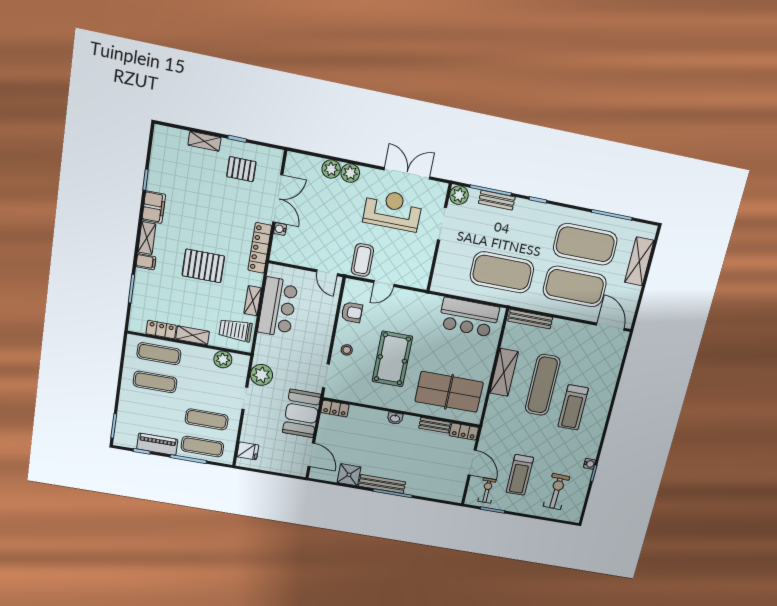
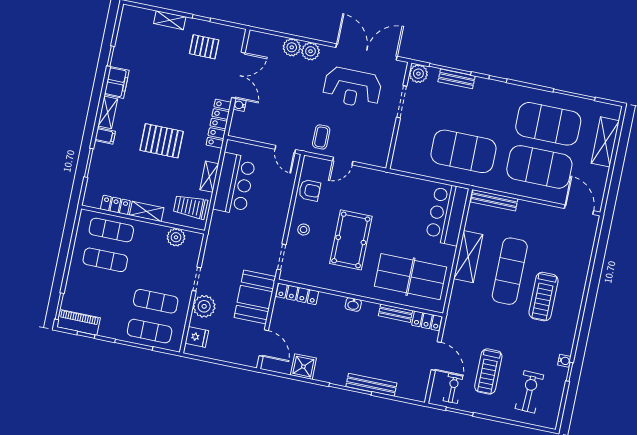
double door: (407, 173) -> (367, 52), width x1.36
reception desk: (393, 210) -> (352, 88), turned 180
coffee table: (362, 260) -> (321, 137), width x0.73, depth x0.77
bar counter: (469, 317) -> (447, 214), moved, turned 90
plant: (261, 375) -> (204, 306), moved
locker: (335, 409) -> (297, 294), width x1.53
piano: (157, 444) -> (78, 322), moved
bench: (382, 484) -> (371, 385), moved

